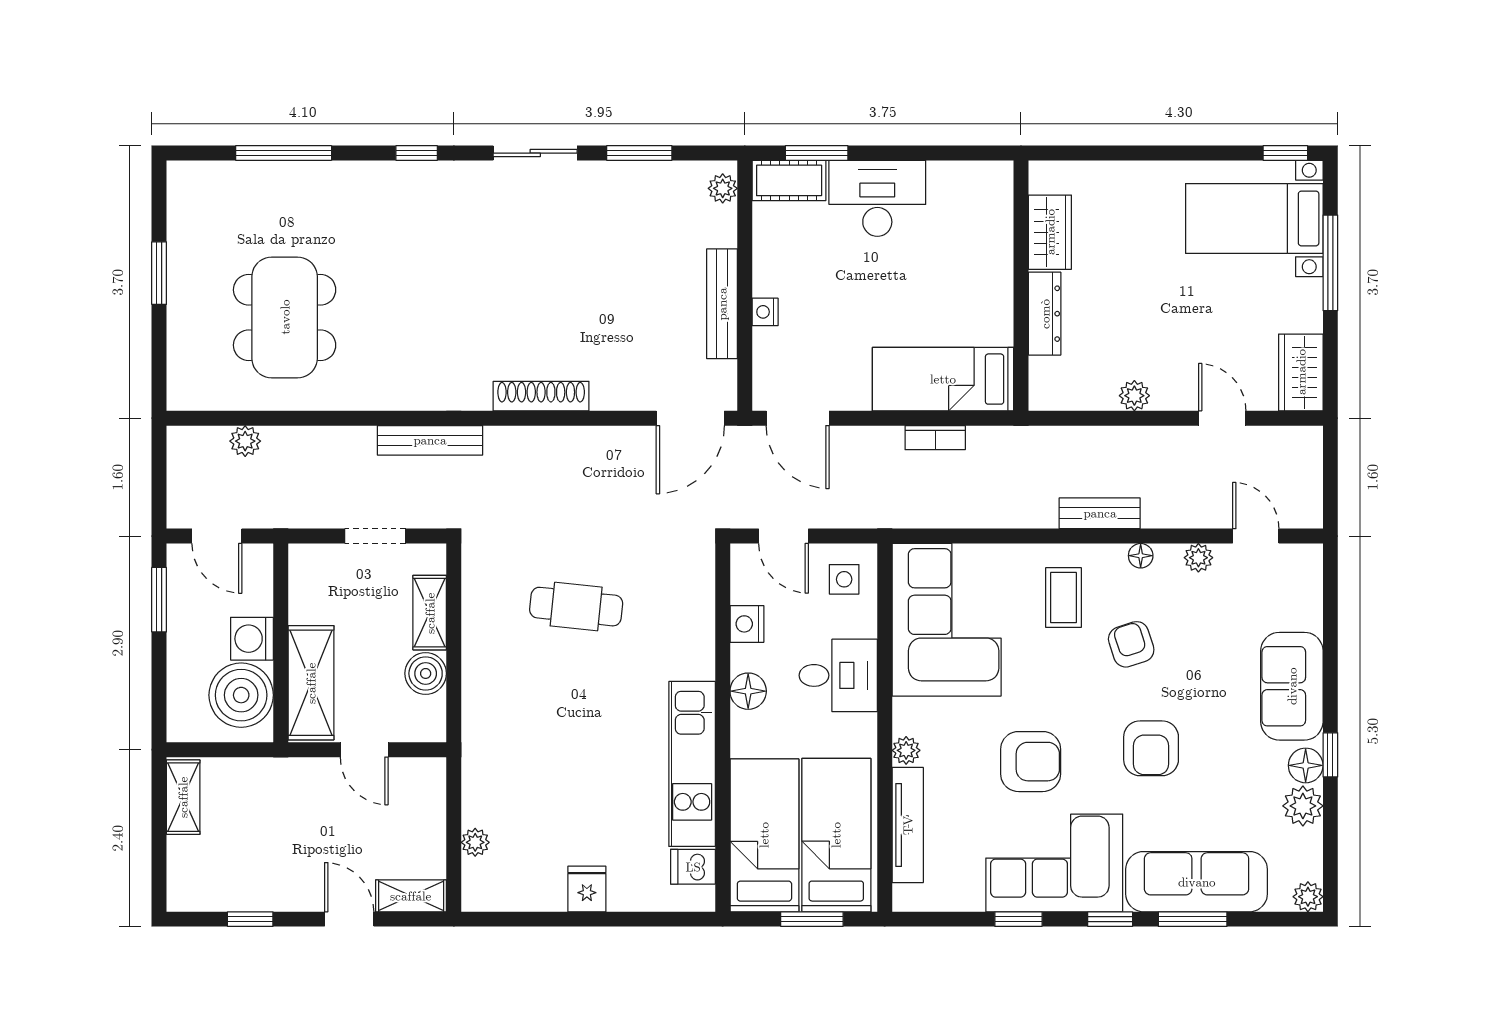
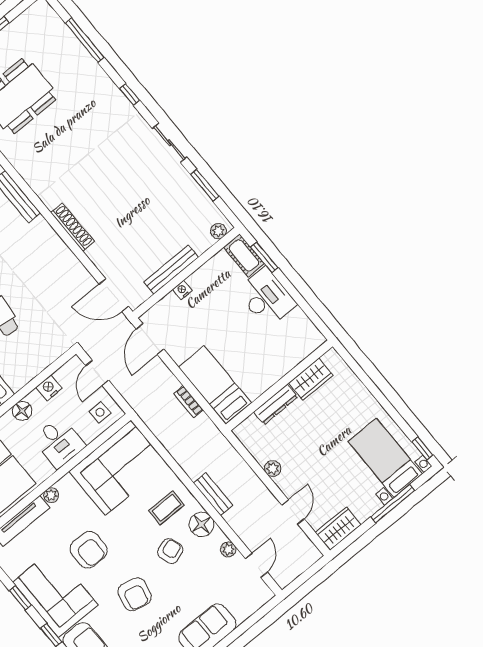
floor lamp: (1141, 556) -> (201, 524), width x1.89, depth x1.89
armchair: (1151, 748) -> (135, 594), turned -77

